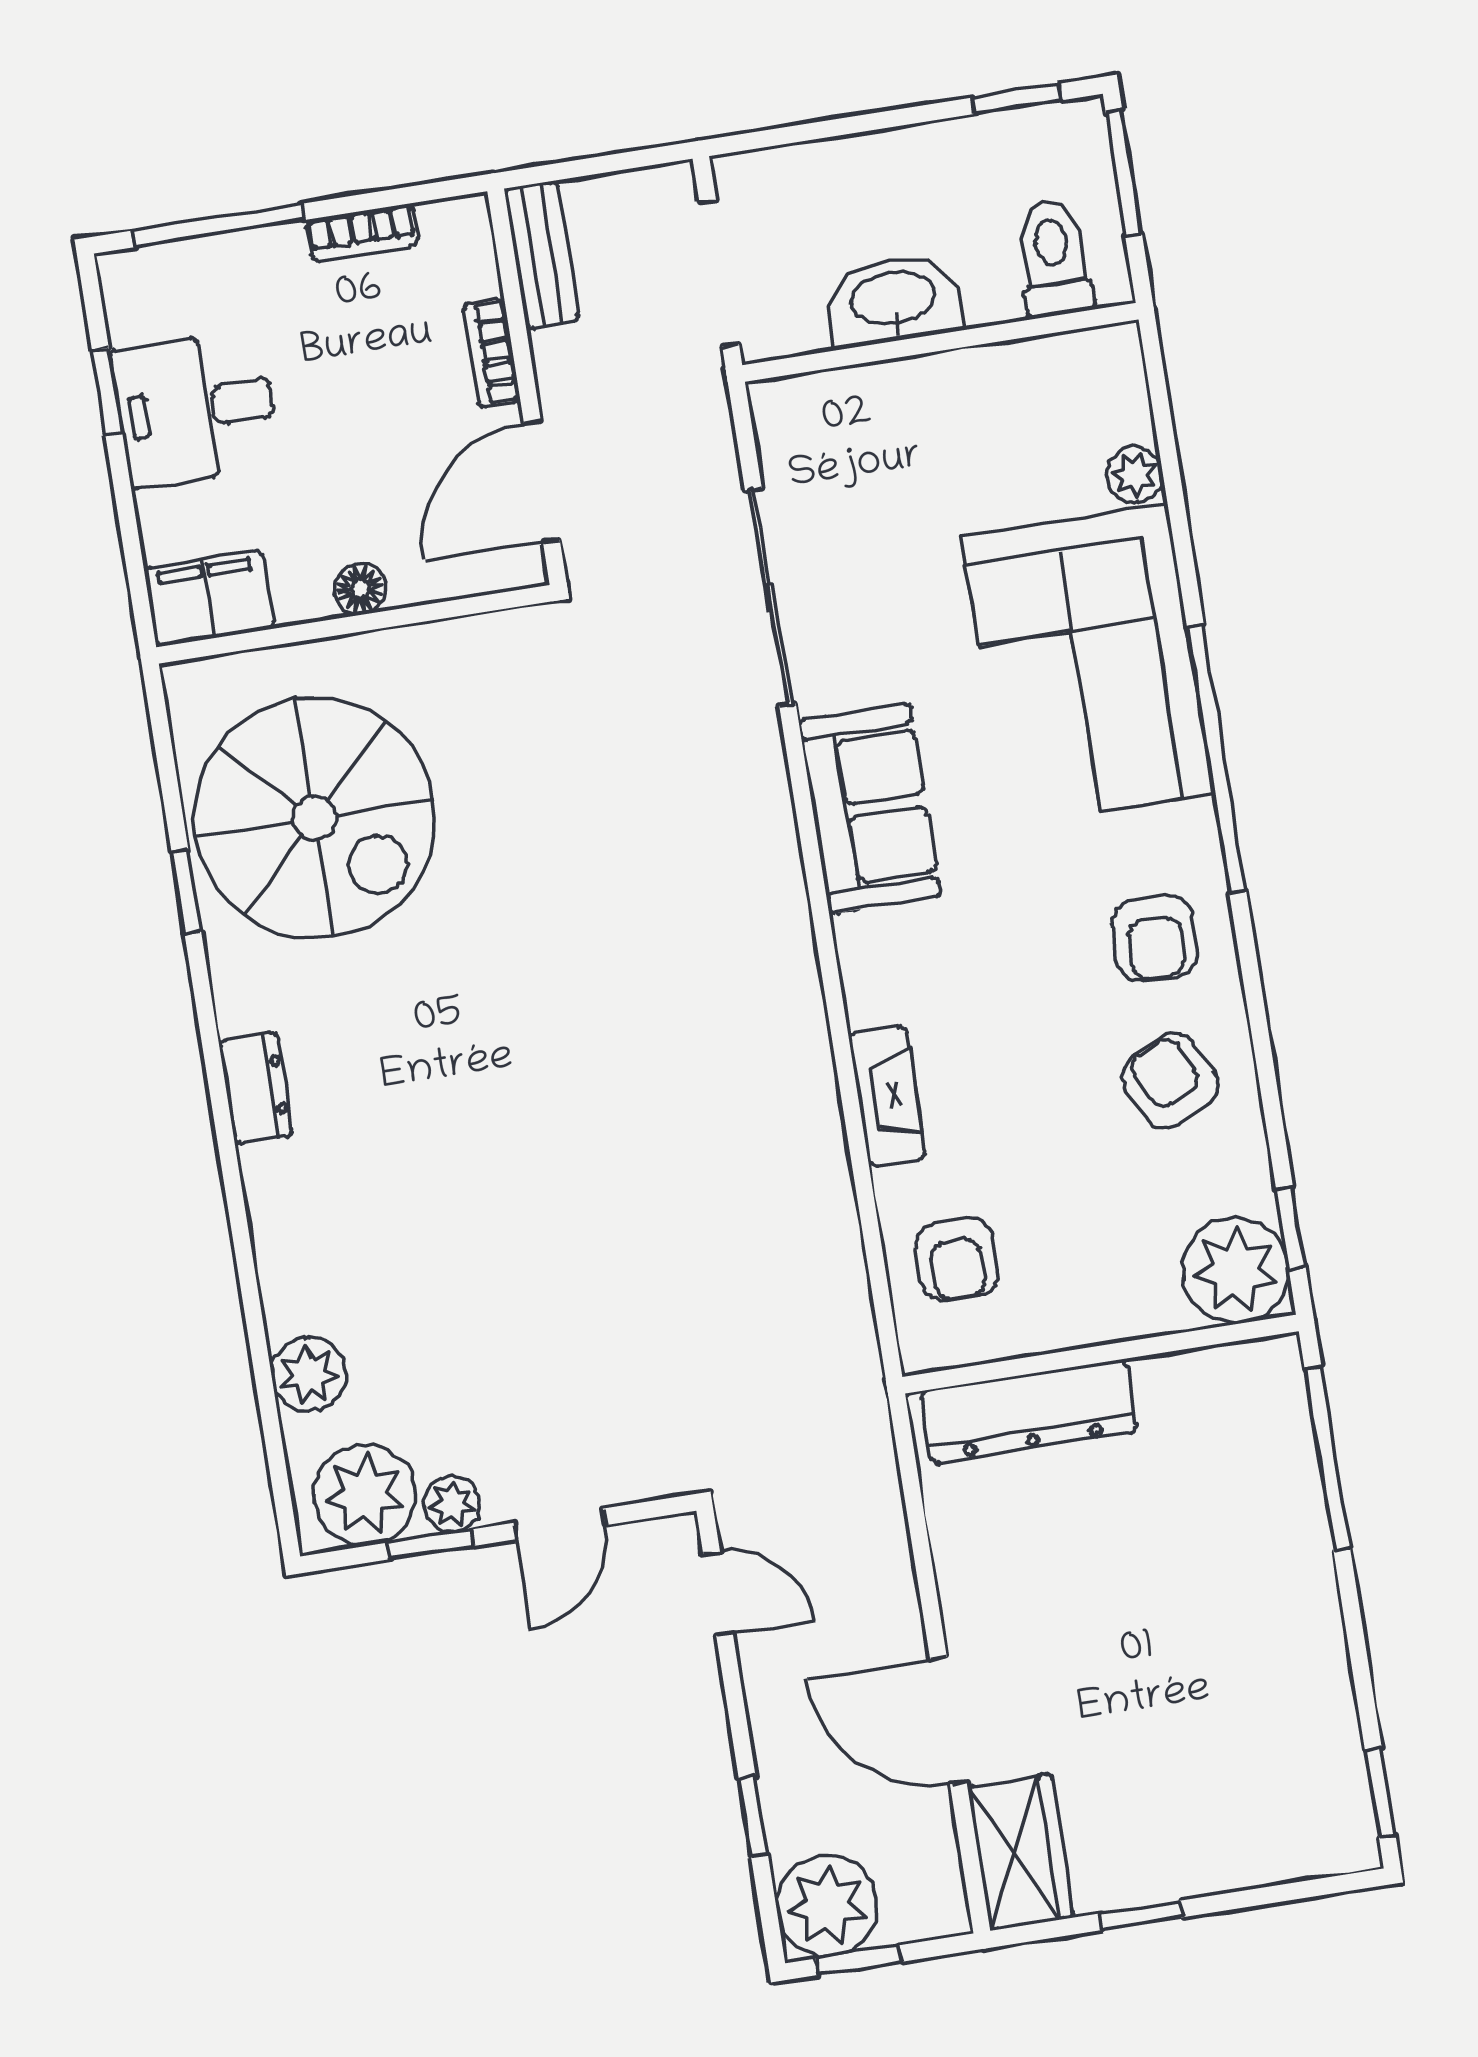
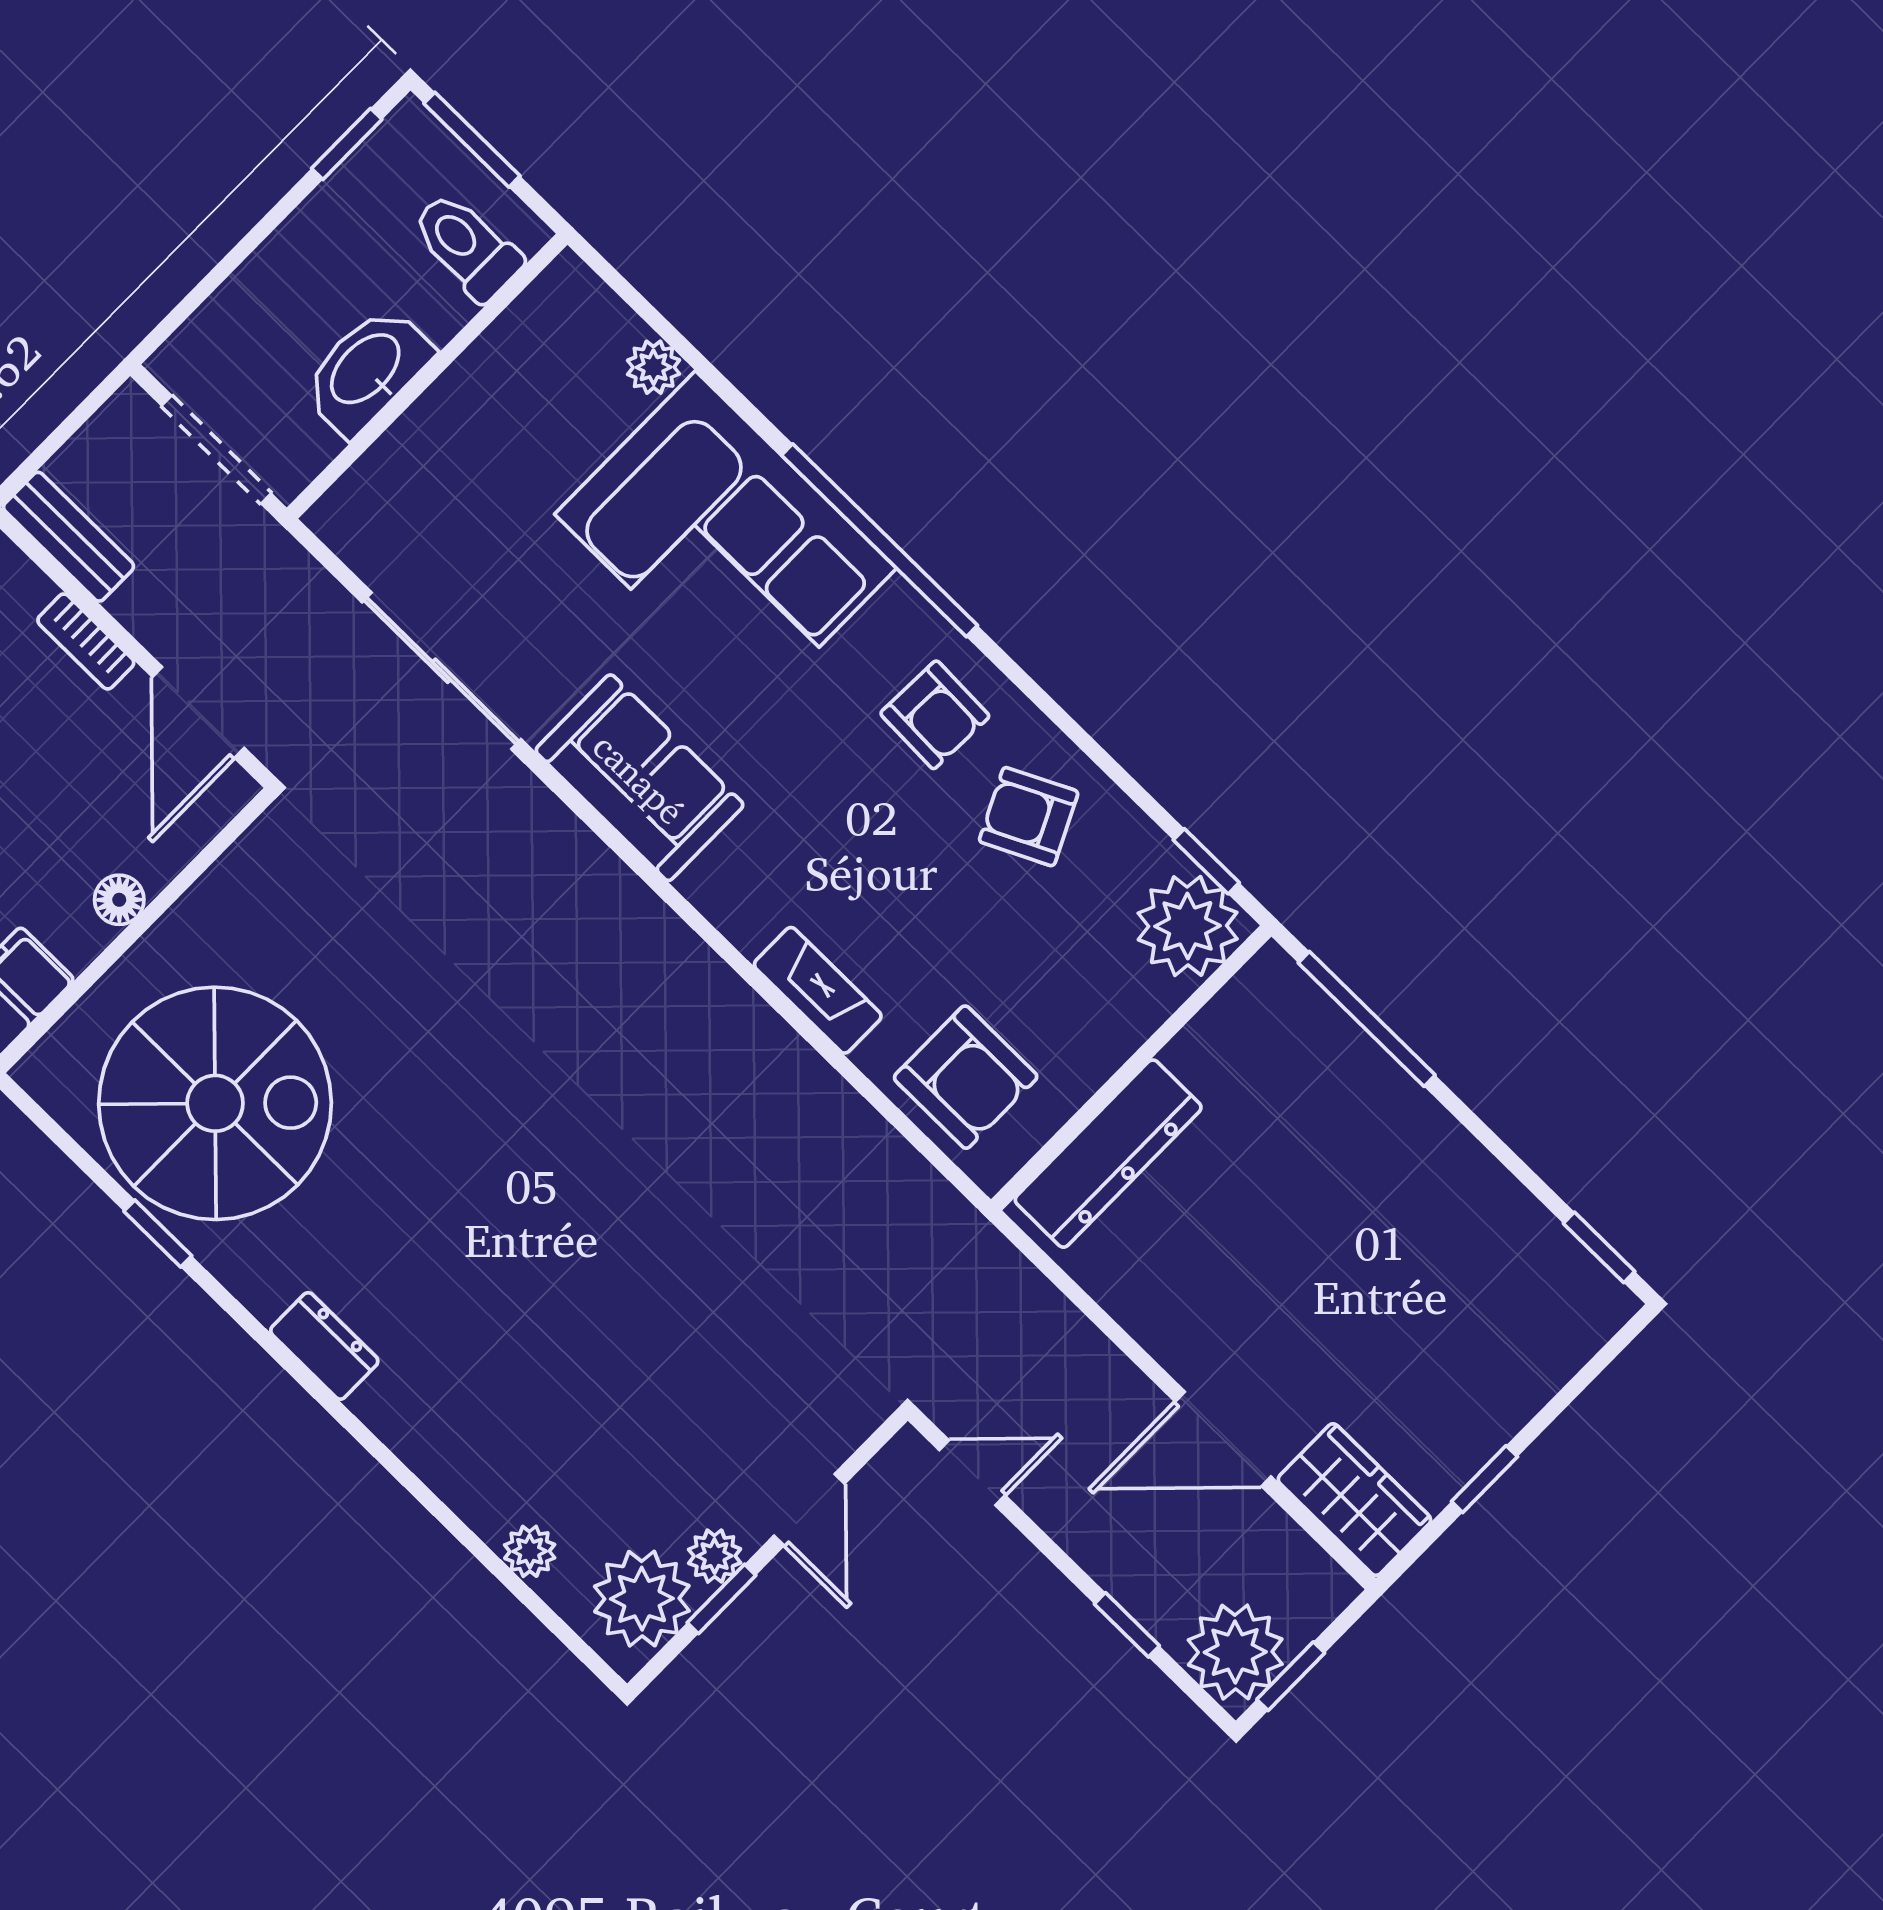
armchair: (957, 1260) -> (966, 1077), width x1.38, depth x1.38
plant: (309, 1375) -> (530, 1551), width x0.73, depth x0.73

